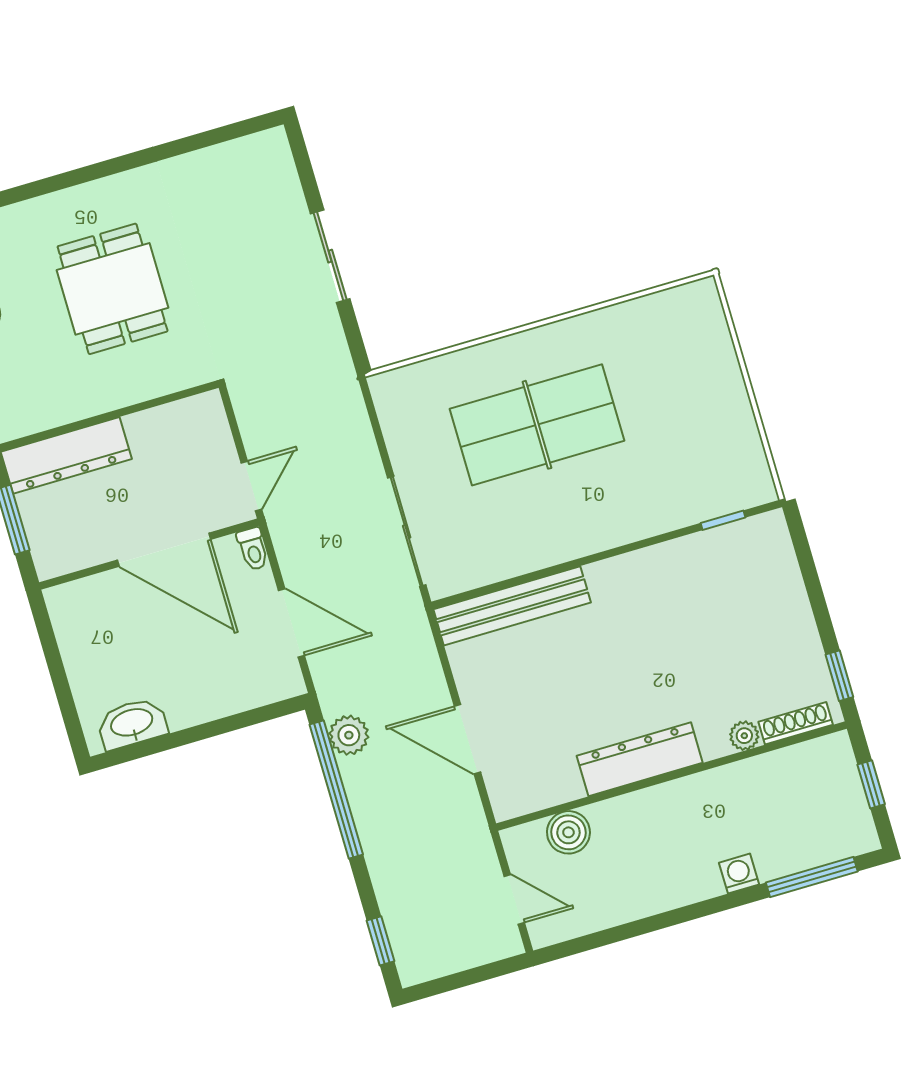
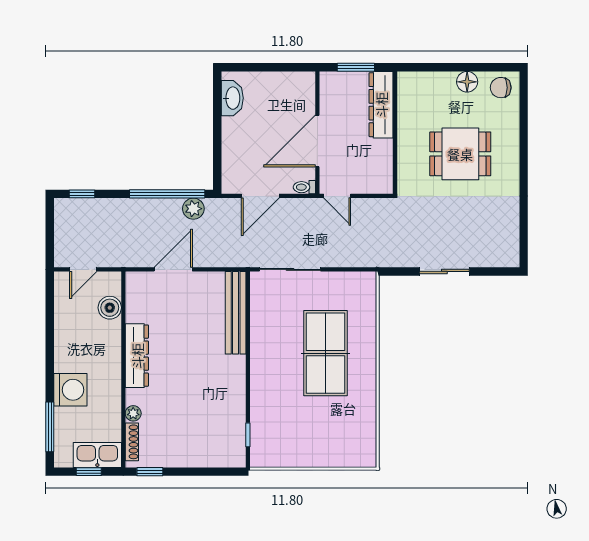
kitchen sink: (837, 778) -> (97, 455), added
washing machine: (739, 874) -> (70, 390), width x1.89, depth x1.89

